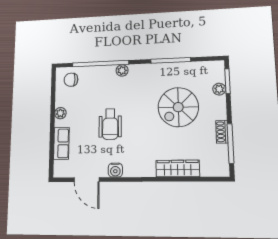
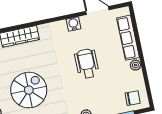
row of seats: (61, 143) -> (128, 38), width x1.48

